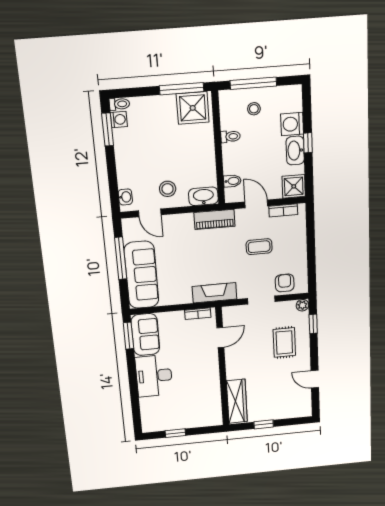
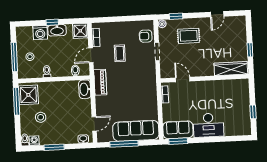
window: (108, 129) -> (54, 147), moved
stool: (168, 189) -> (41, 117), moved
fireplace: (214, 293) -> (150, 83), removed

